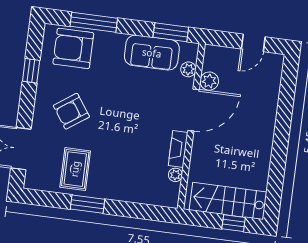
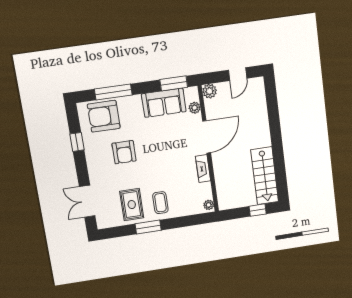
plant: (209, 81) -> (210, 91), moved
armchair: (71, 111) -> (124, 152), moved, turned -55
plant: (175, 175) -> (209, 205), moved
coffee table: (112, 177) -> (160, 203), added
stairs: (228, 201) -> (265, 176), moved, turned -90

